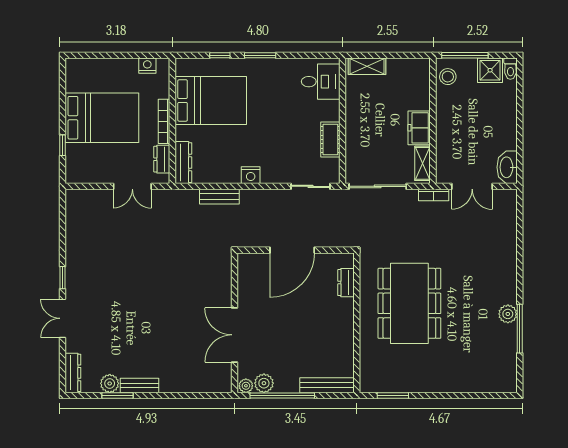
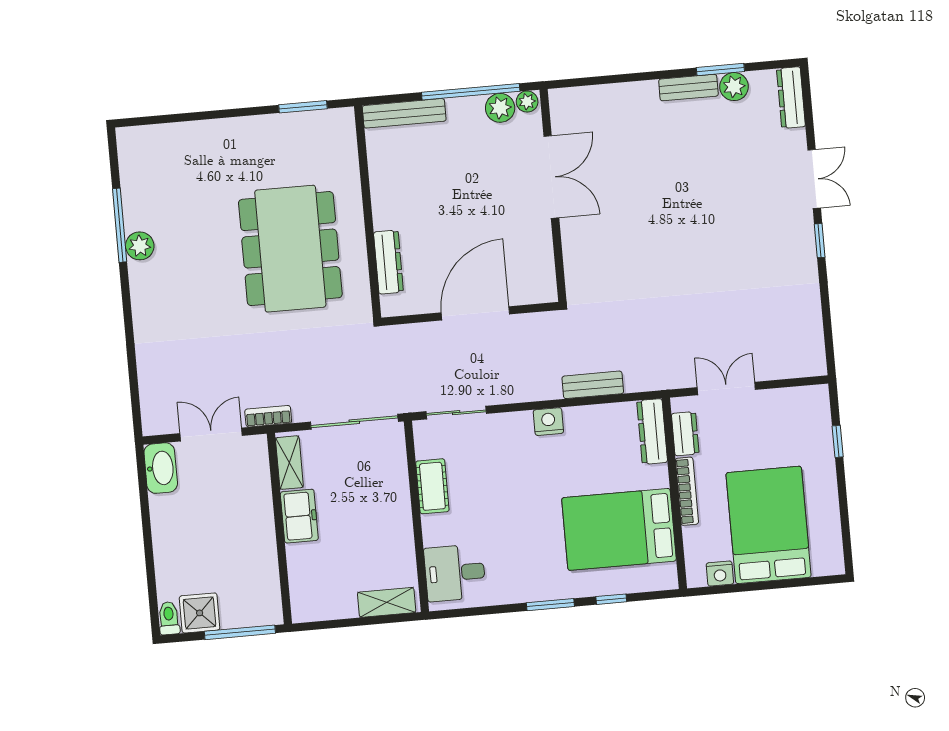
stool: (448, 77) -> (263, 598), removed
bed: (102, 118) -> (769, 525), moved, turned 90
dresser: (346, 283) -> (388, 262), width x1.44

